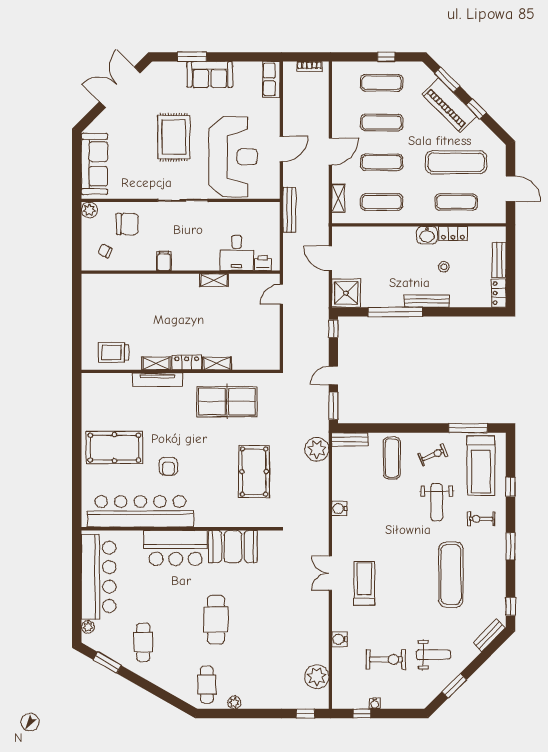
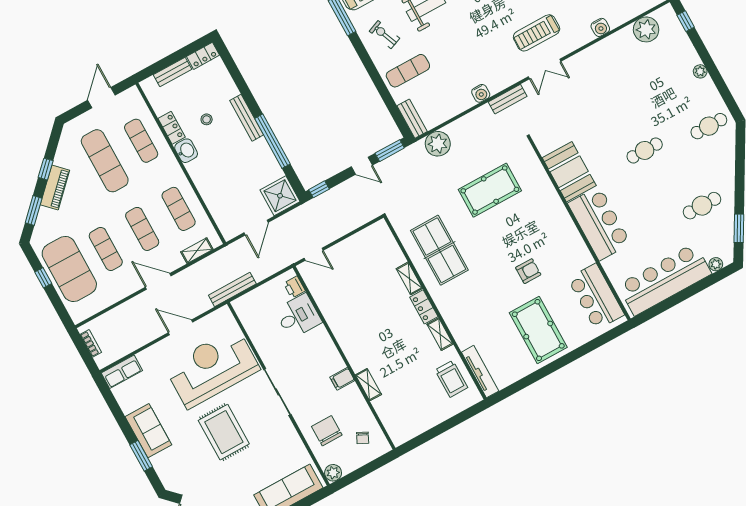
exercise mat: (382, 83) -> (69, 269), width x2.00, depth x1.45
piano: (449, 105) -> (55, 187), width x0.73, depth x0.75
rug: (174, 137) -> (224, 432), turned 90
shelving: (214, 280) -> (368, 385), moved
tv unit: (157, 380) -> (480, 372), moved
bar counter: (140, 511) -> (596, 297), width x0.54
bench: (322, 528) -> (508, 99), added
cafe table: (216, 620) -> (645, 150), width x0.73, depth x0.74
plant: (234, 703) -> (700, 71), moved

